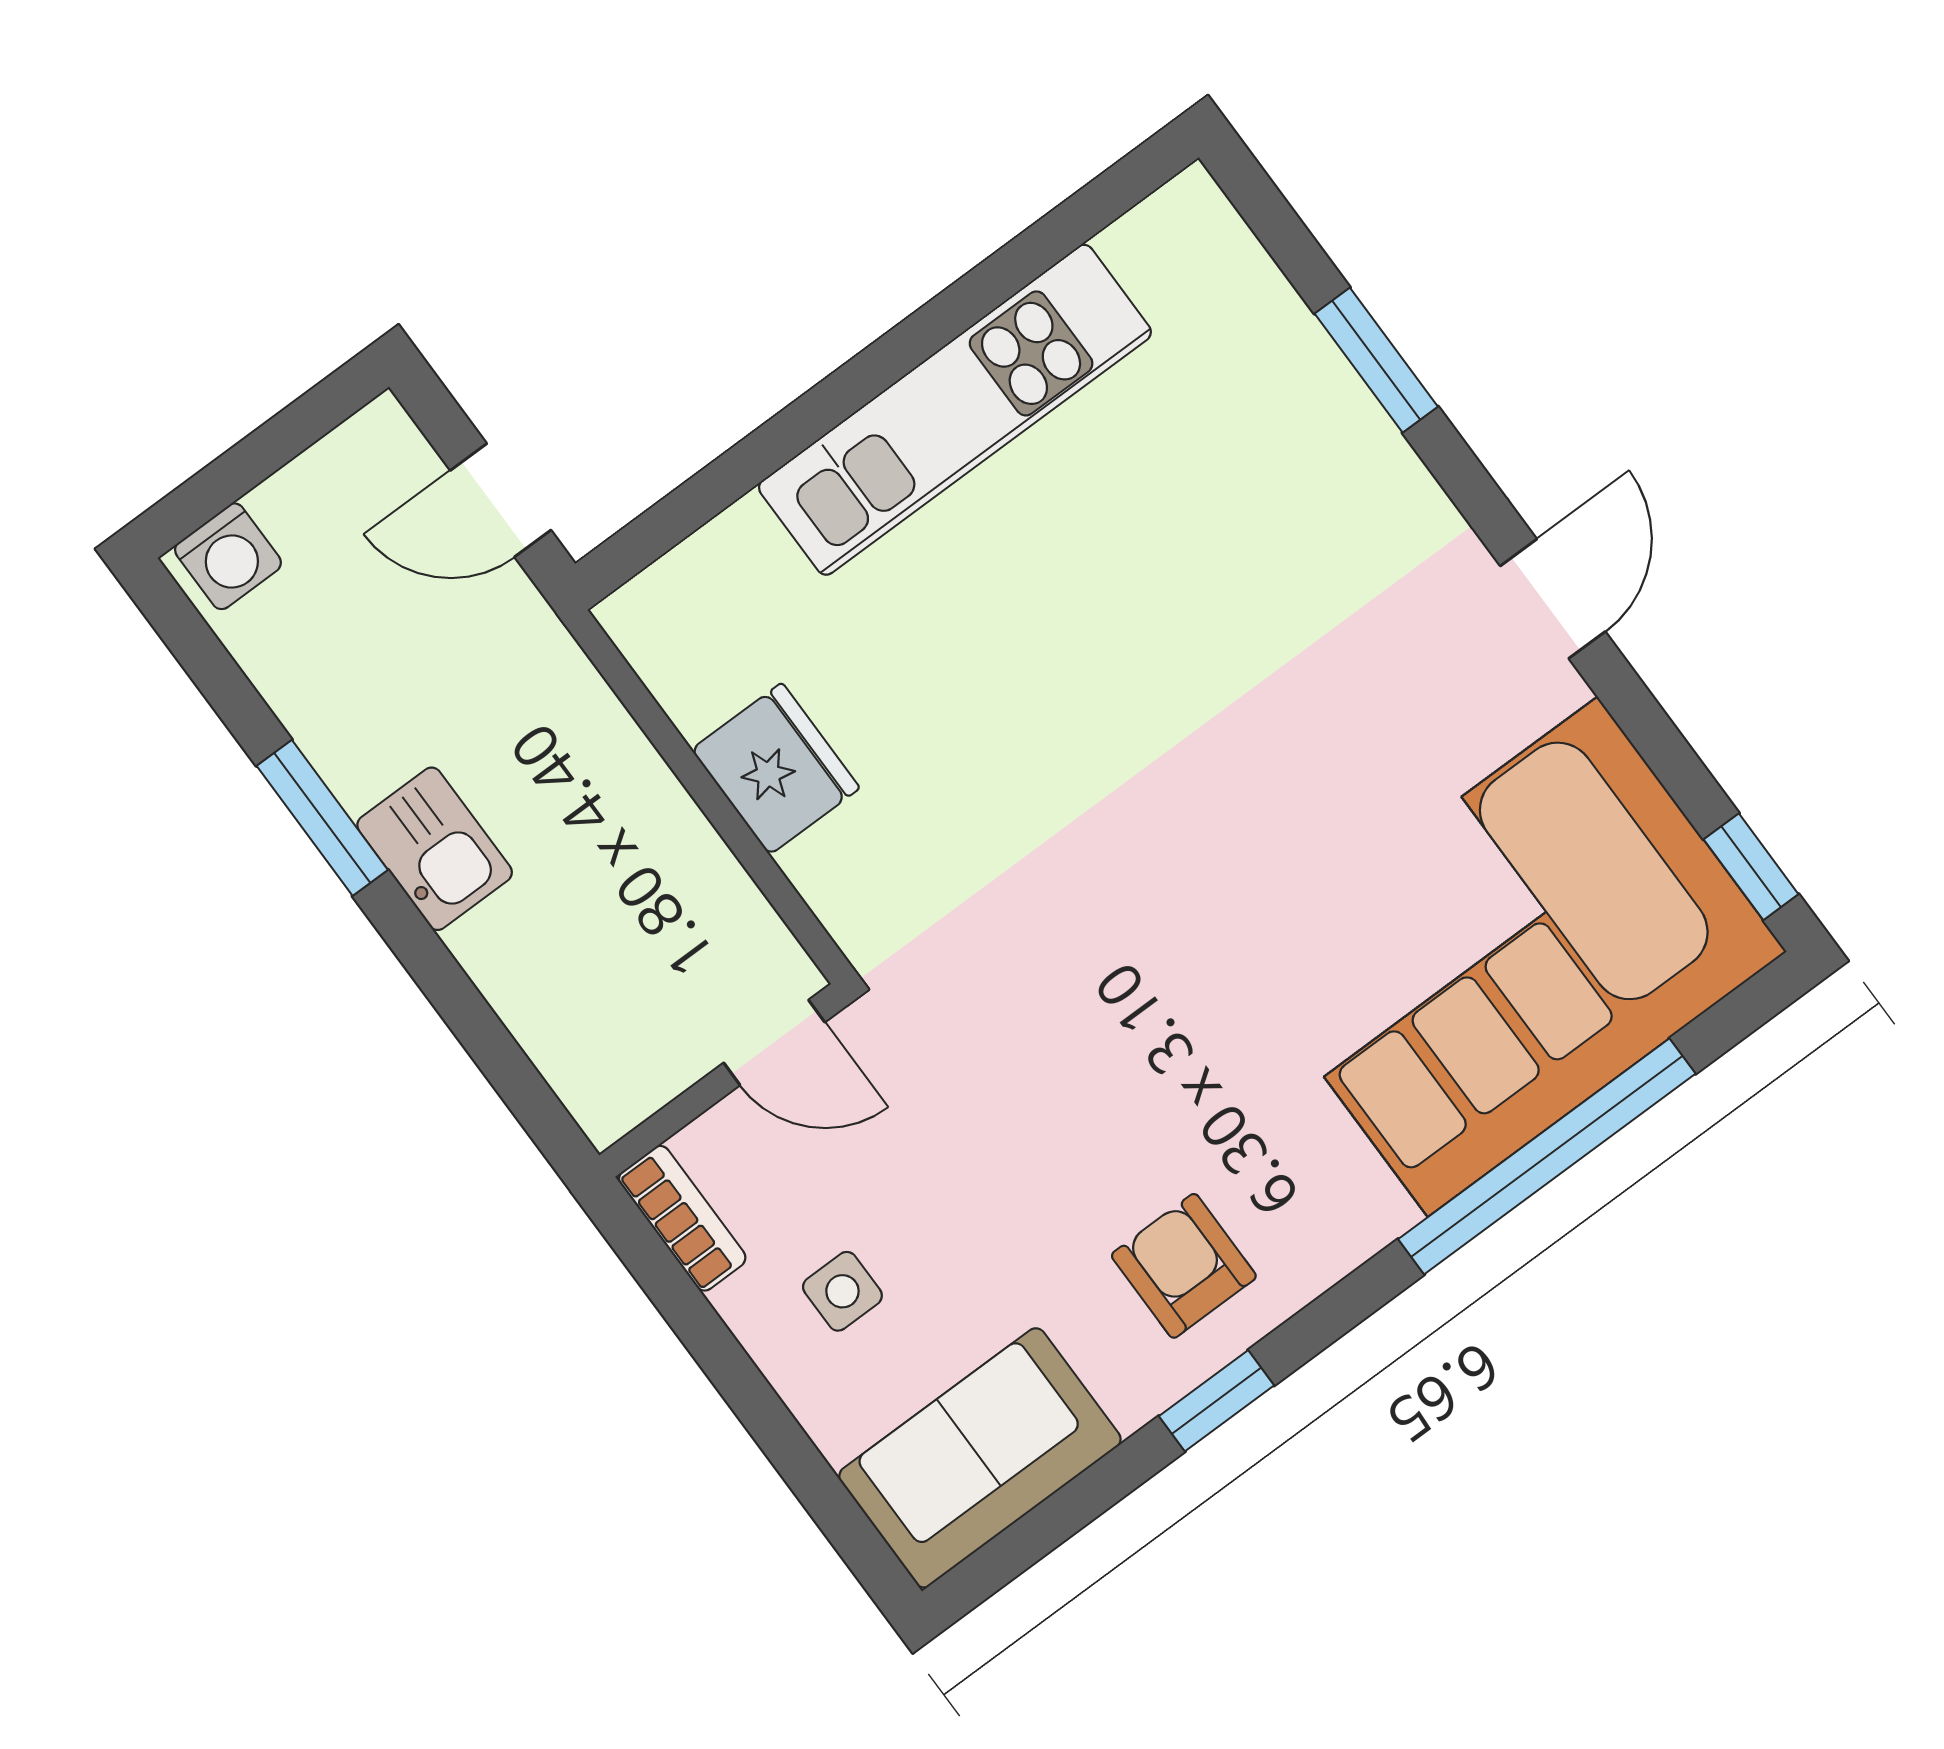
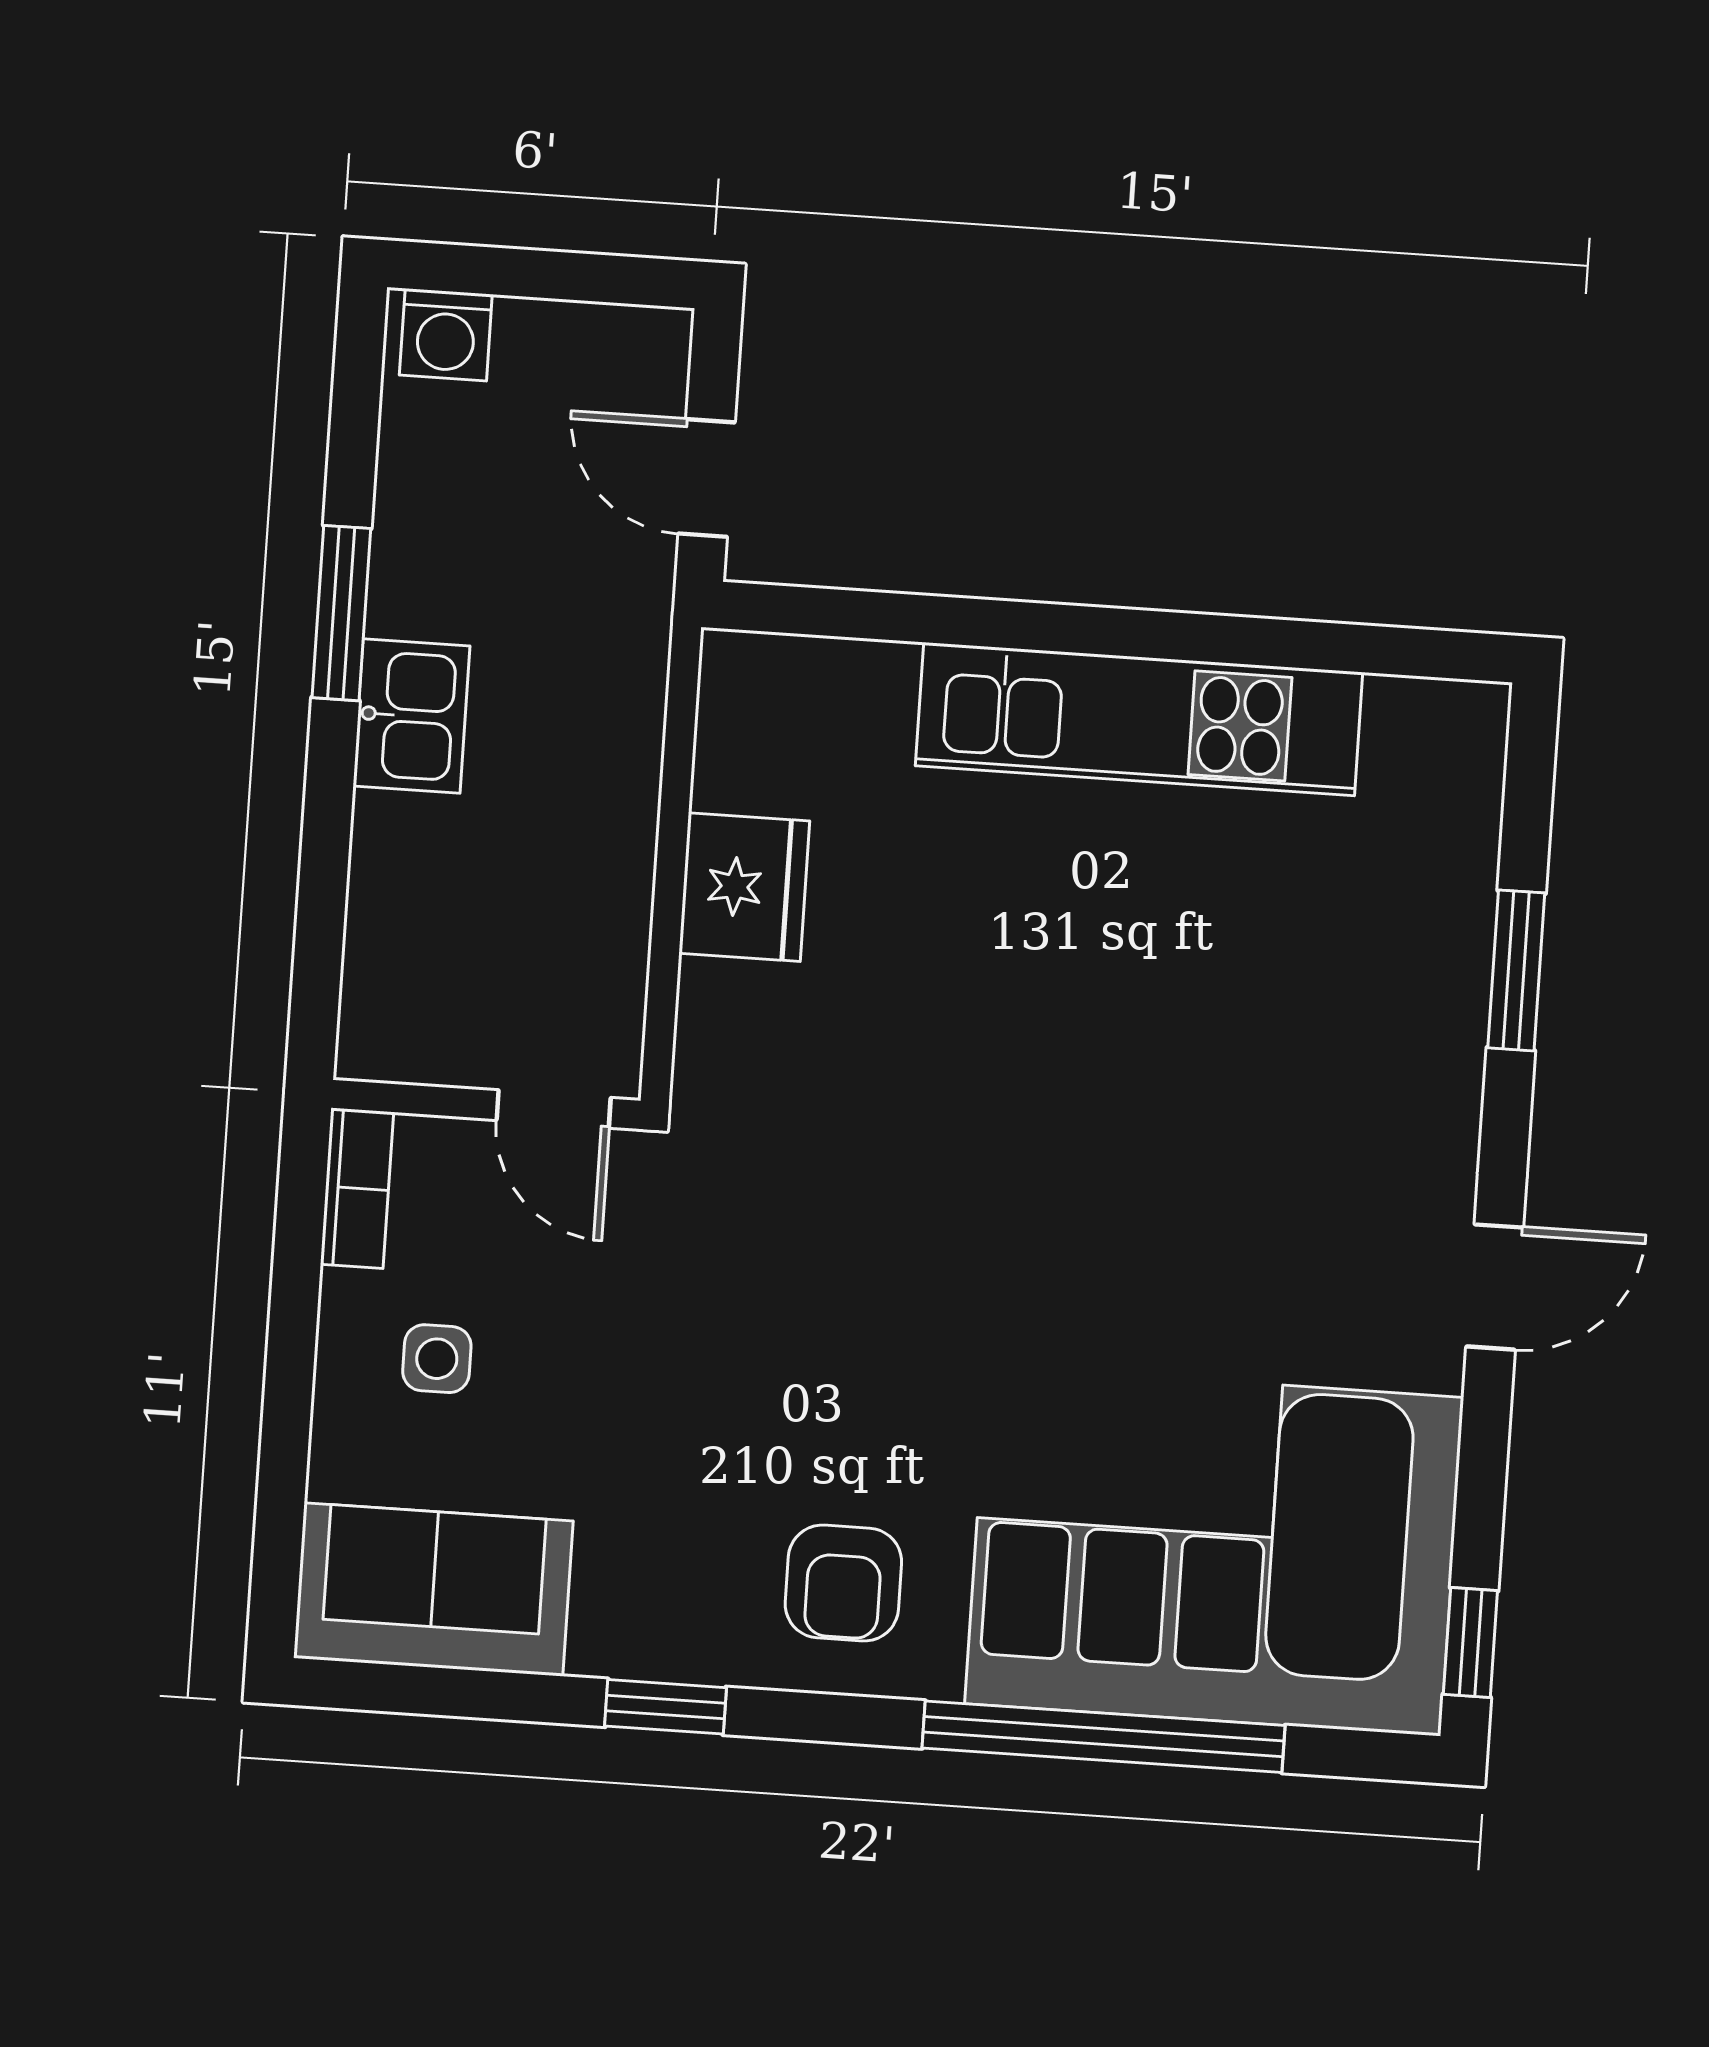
armchair: (1184, 1266) -> (843, 1583), moved, turned 180

